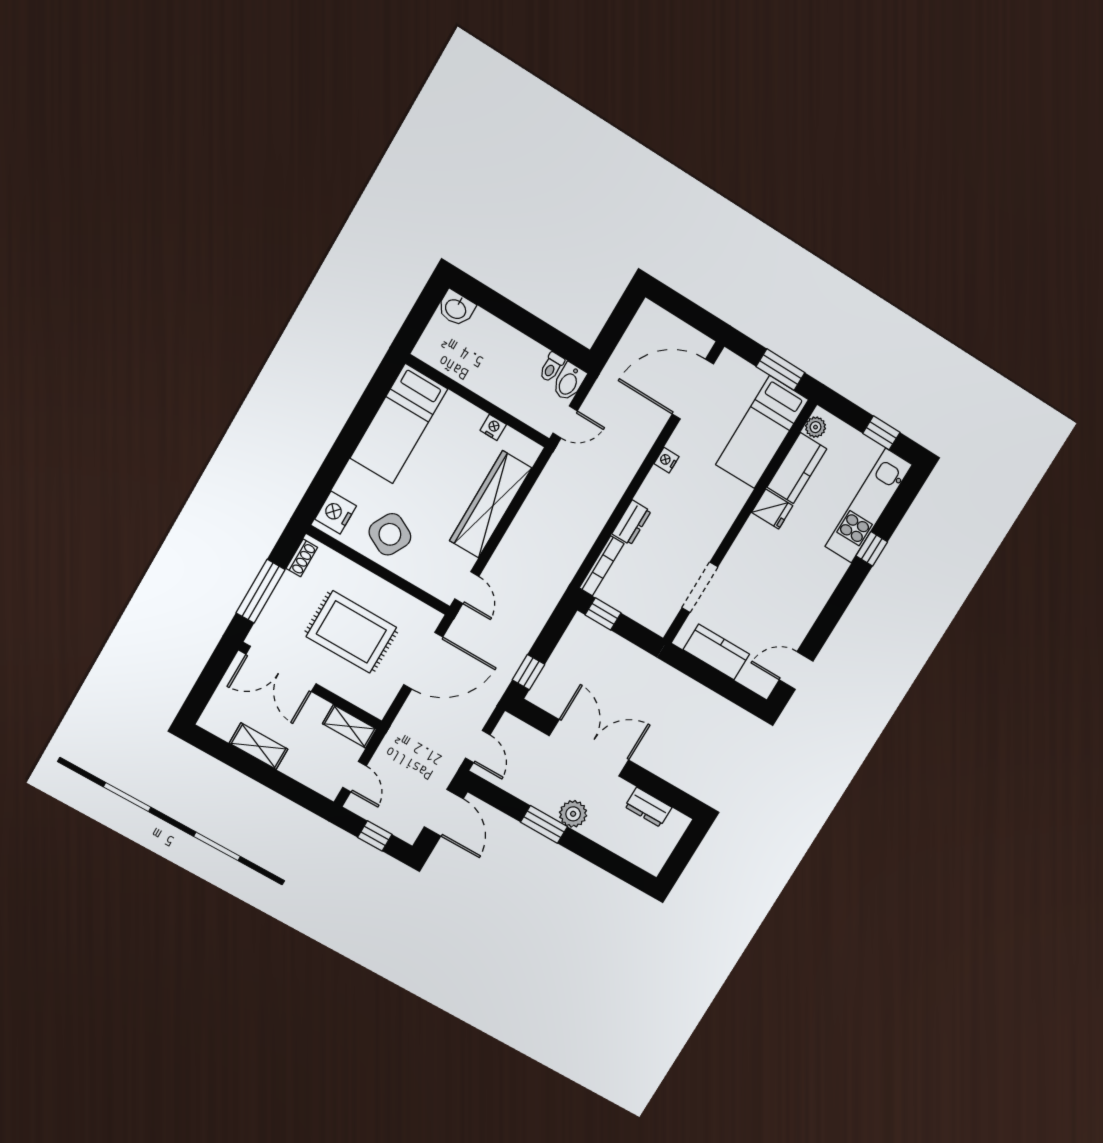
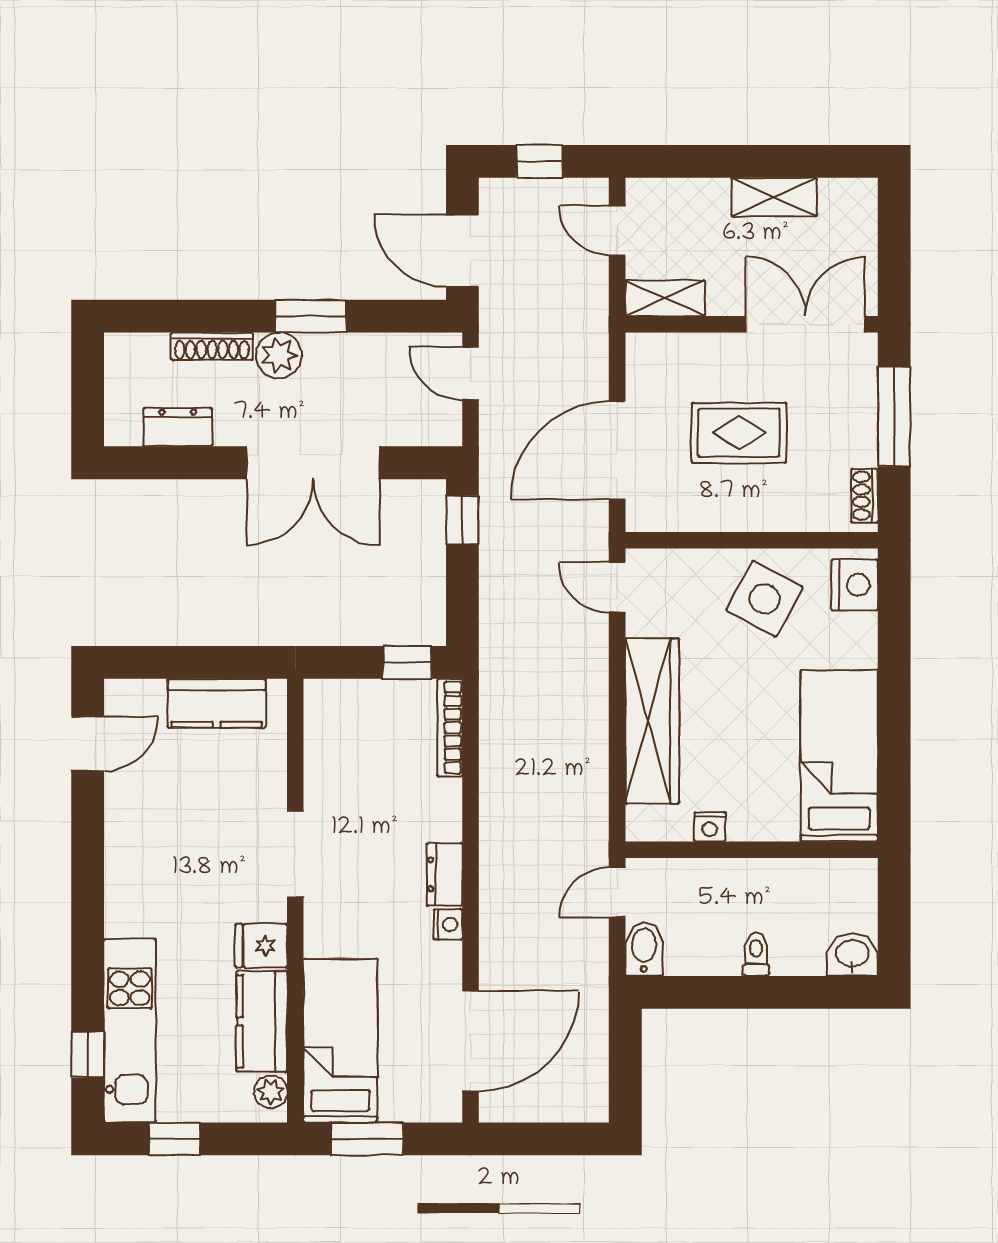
toilet: (552, 367) -> (756, 954), moved
dresser: (631, 522) -> (445, 874), moved
window: (872, 549) -> (88, 1055), moved
doorway: (700, 587) -> (295, 854), moved
rug: (351, 632) -> (739, 433), width x0.73, depth x0.70
shoe rack: (605, 838) -> (212, 346), added

